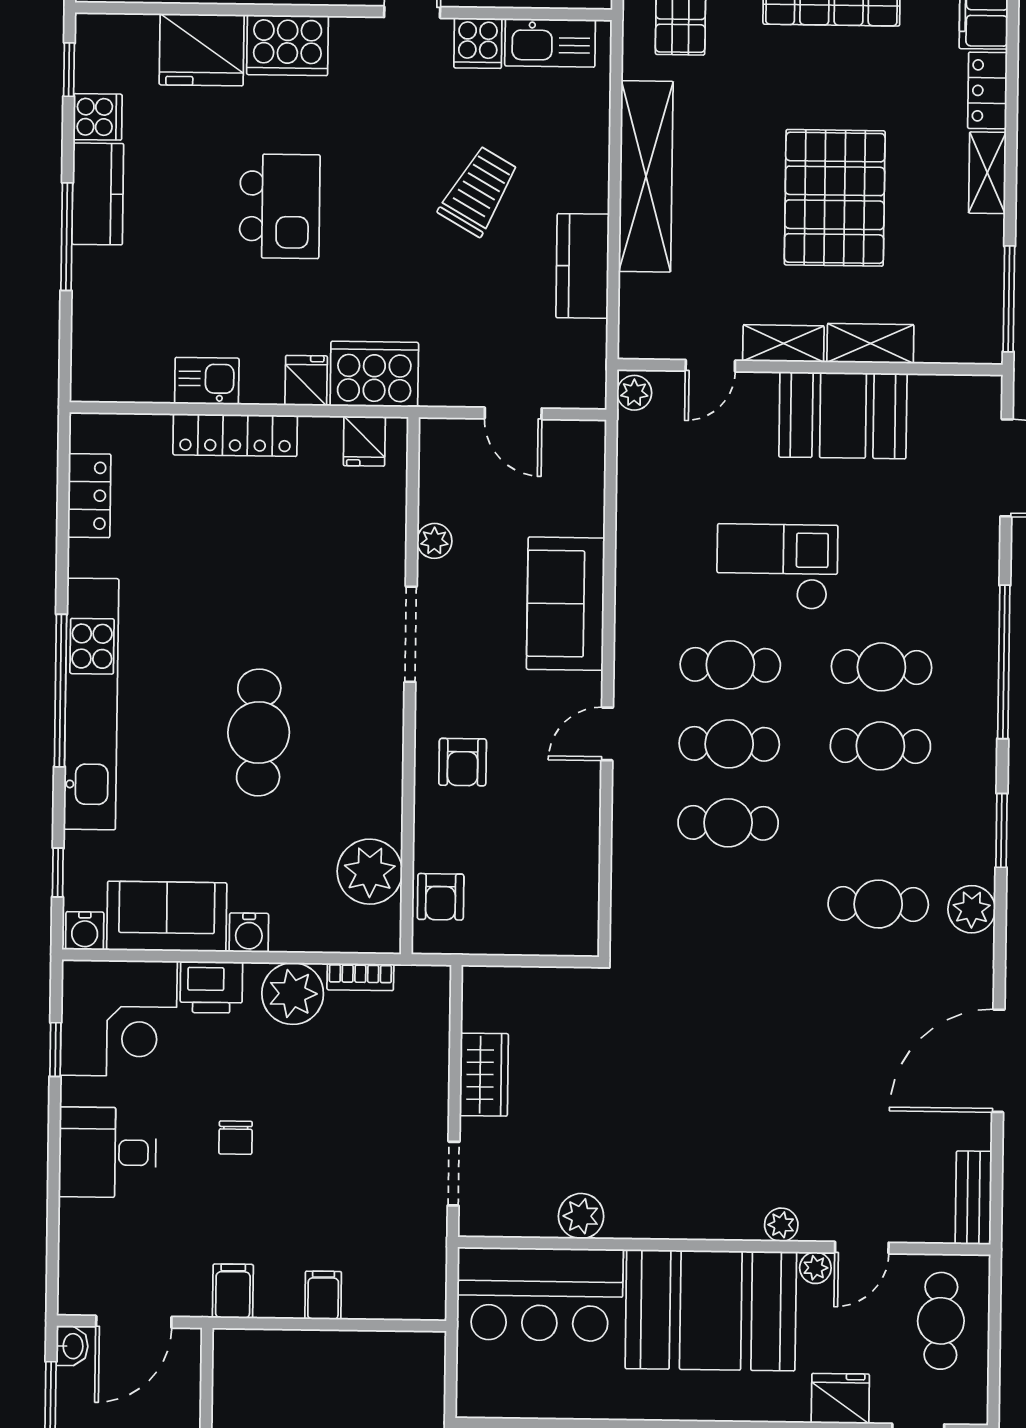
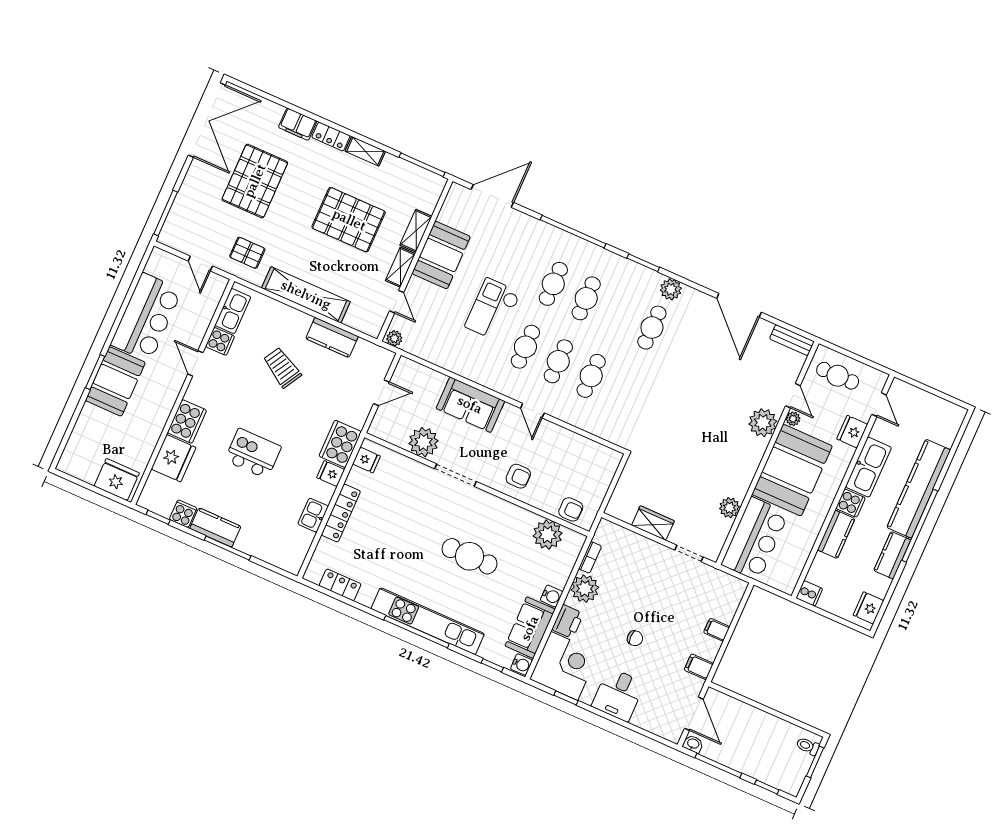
plant: (434, 541) -> (424, 442), width x1.88, depth x1.88
plant: (781, 1225) -> (763, 423), width x1.87, depth x1.87

